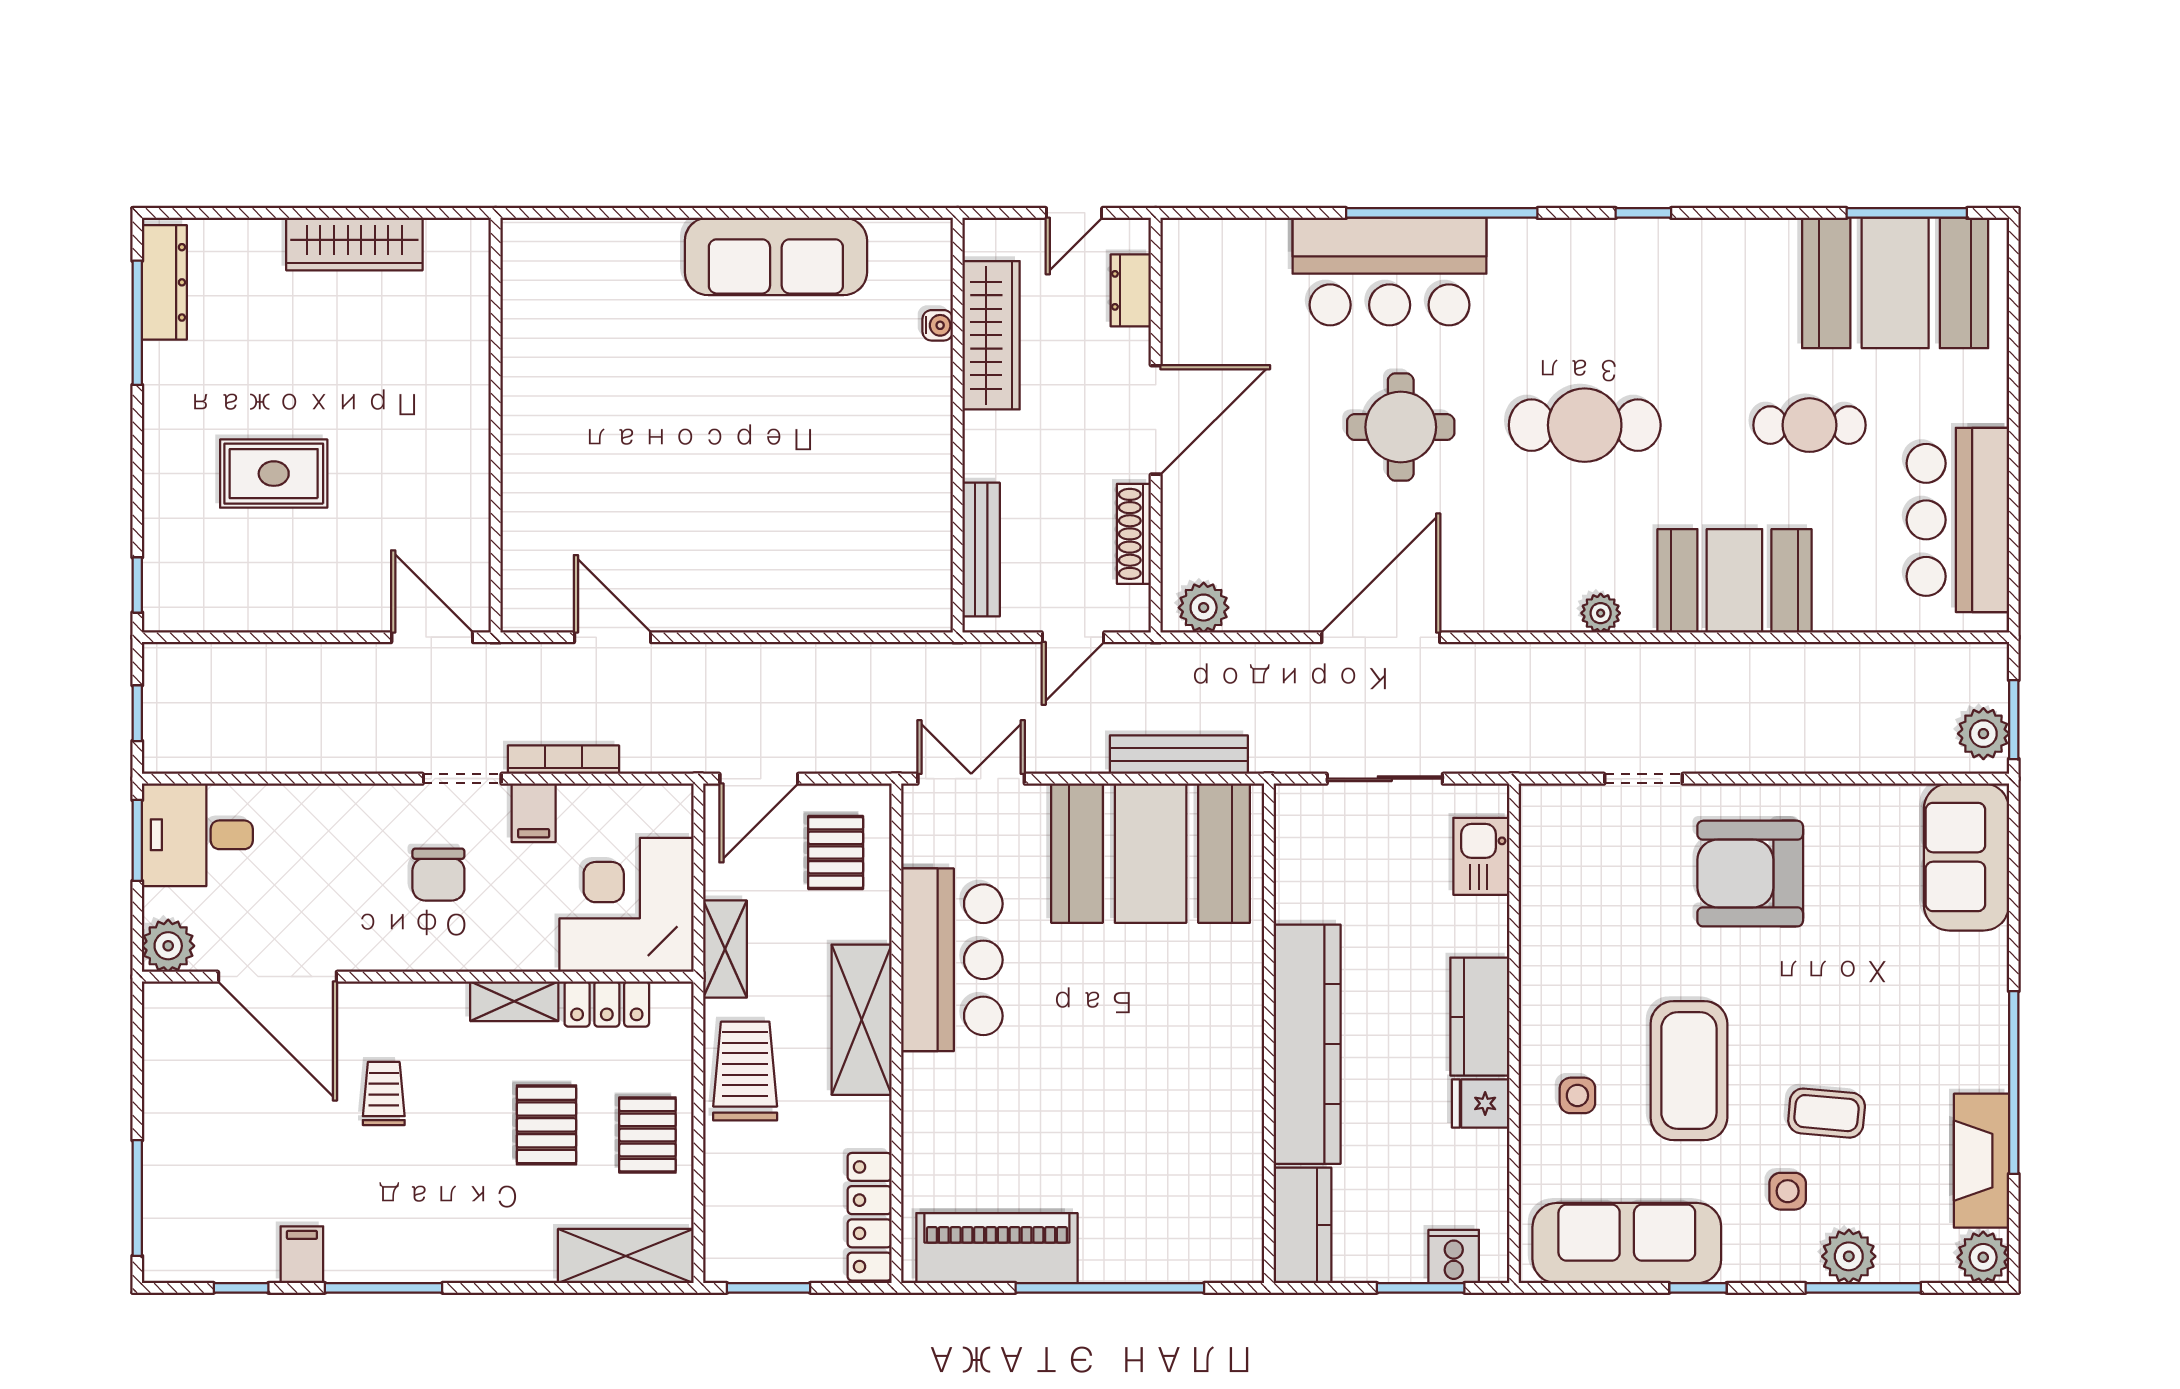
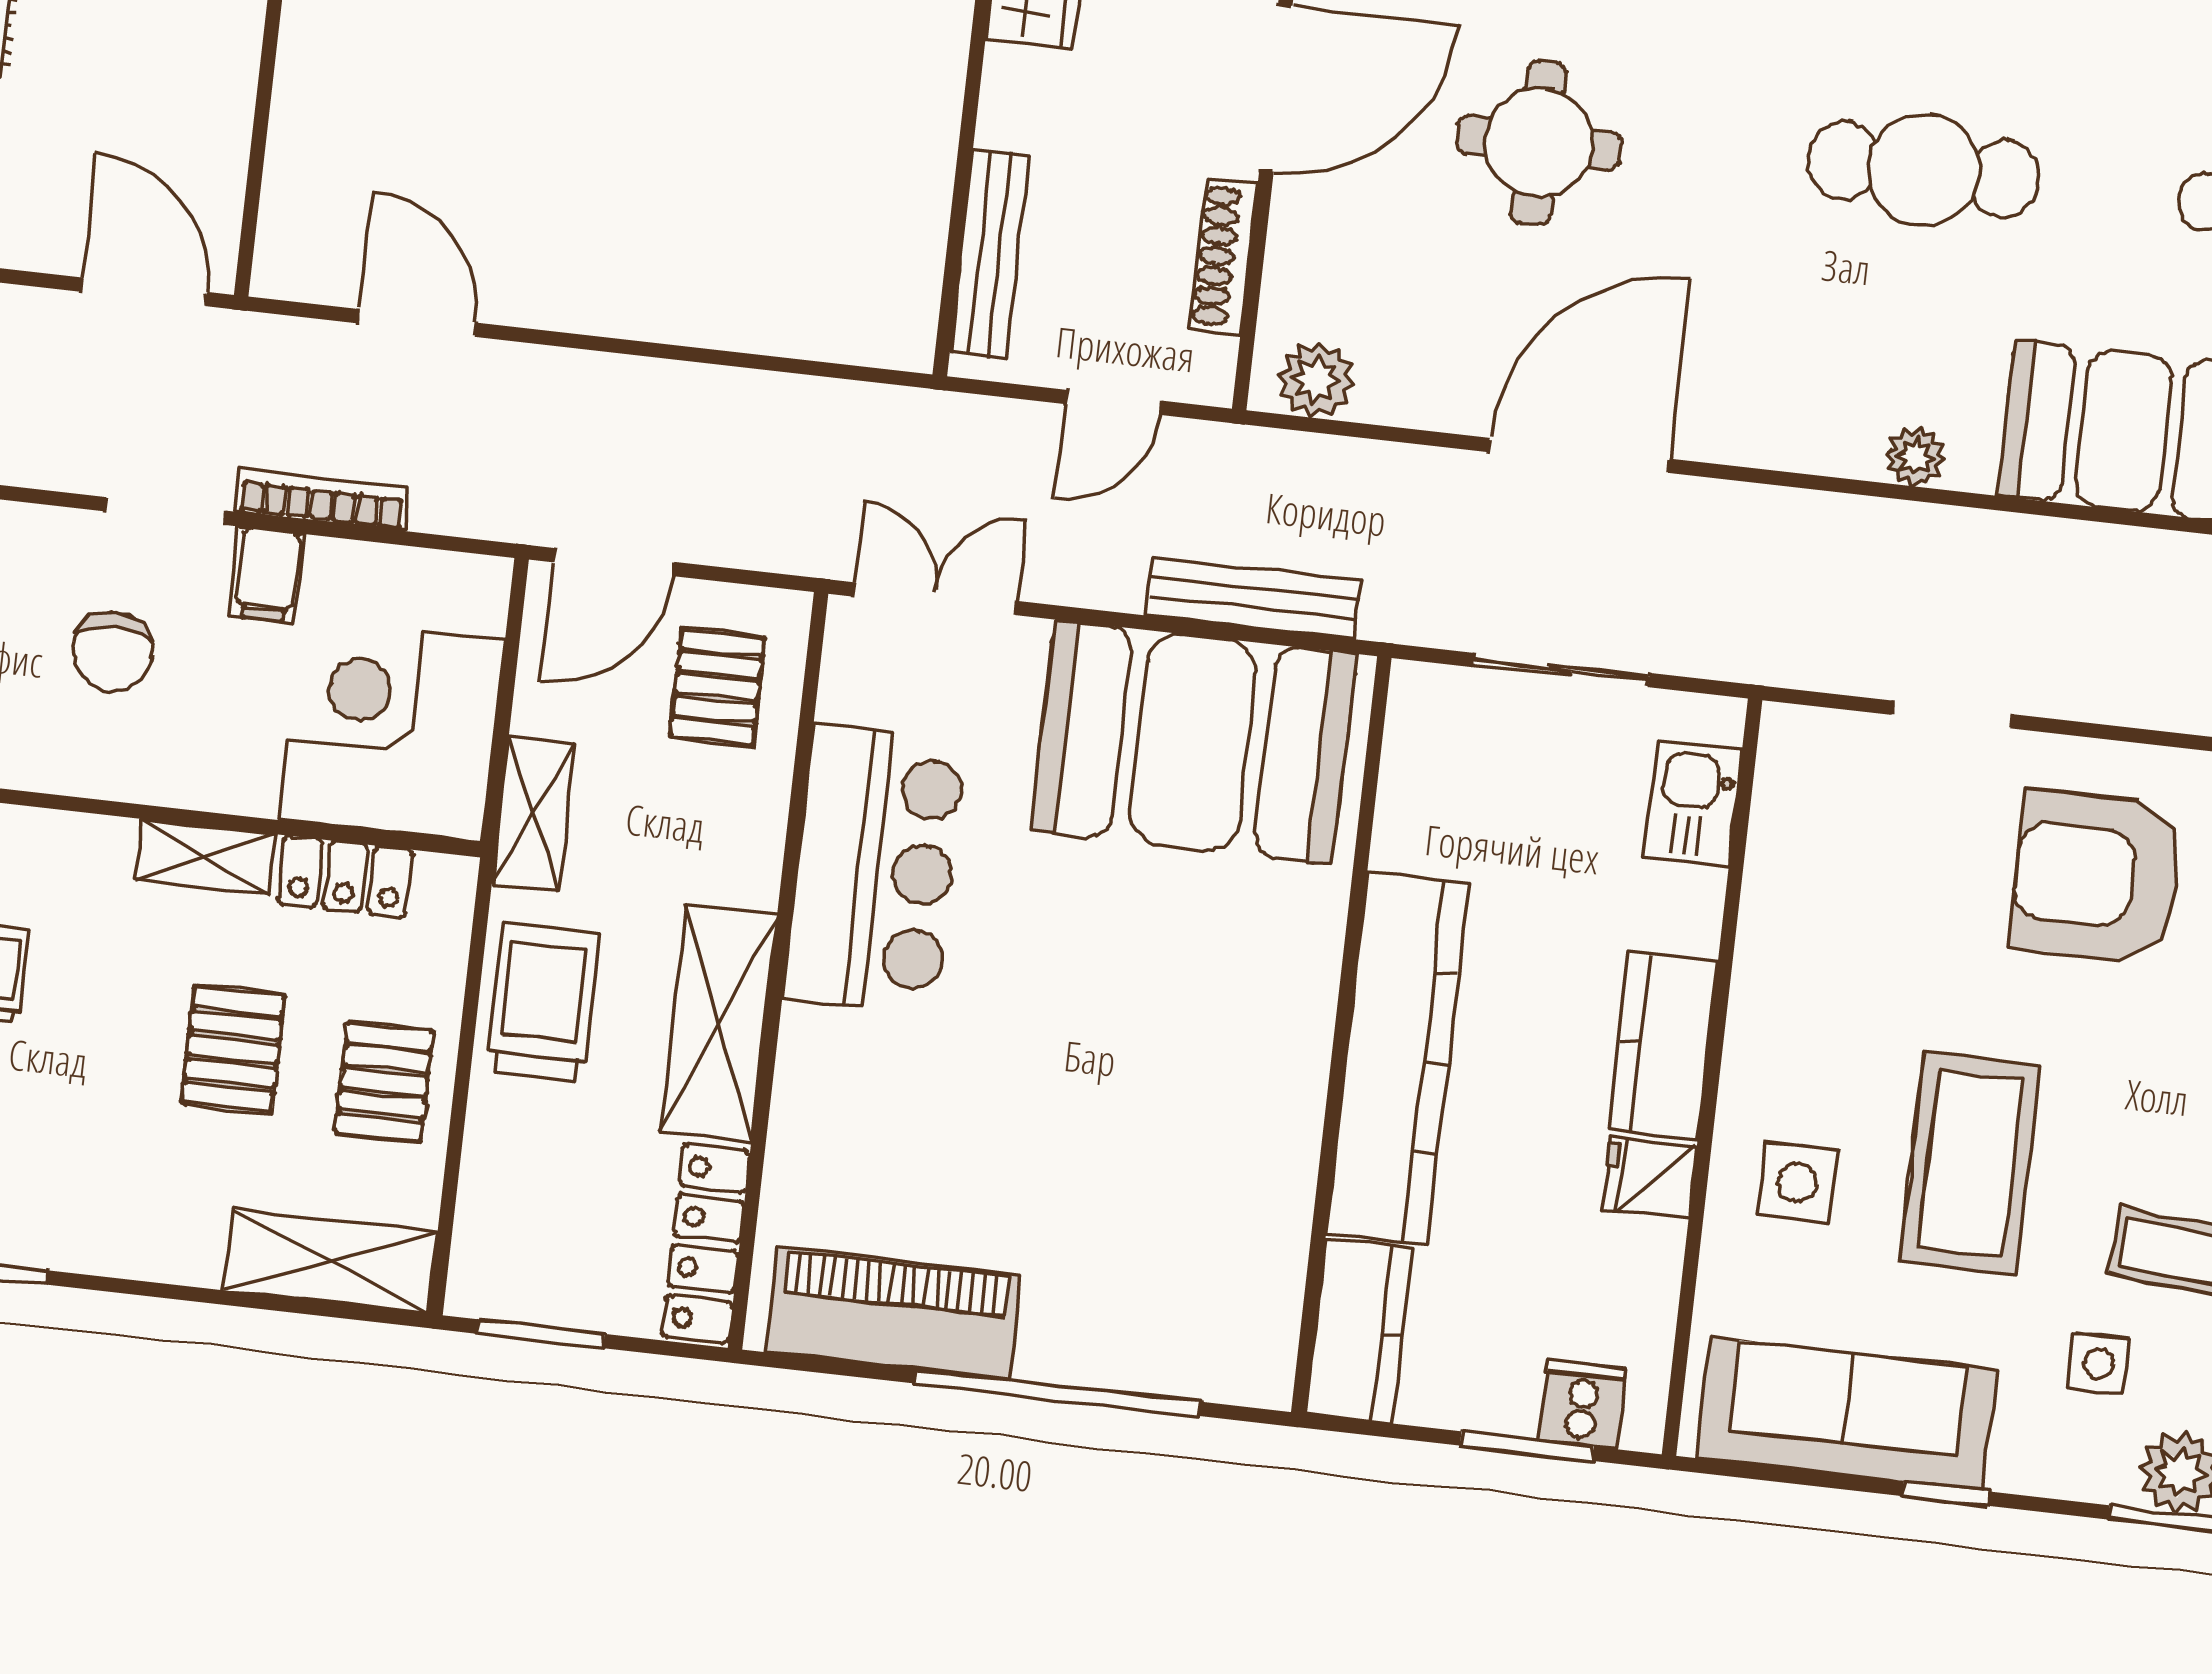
round table: (1401, 427) -> (1539, 143), moved
shelving: (862, 1020) -> (719, 1022), moved
side table: (1577, 1095) -> (1797, 1182), width x1.37, depth x1.37

